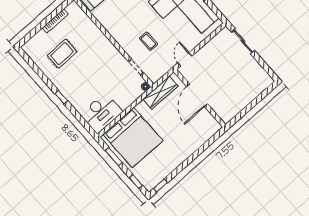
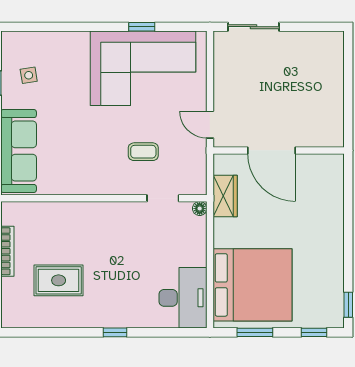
rug: (62, 54) -> (59, 280), turned 90
wardrobe: (160, 93) -> (225, 196), width x0.67

